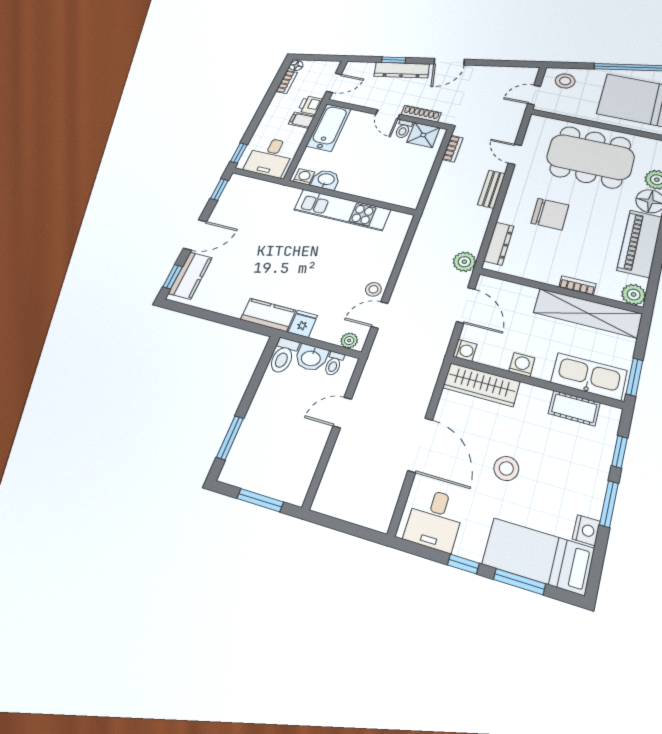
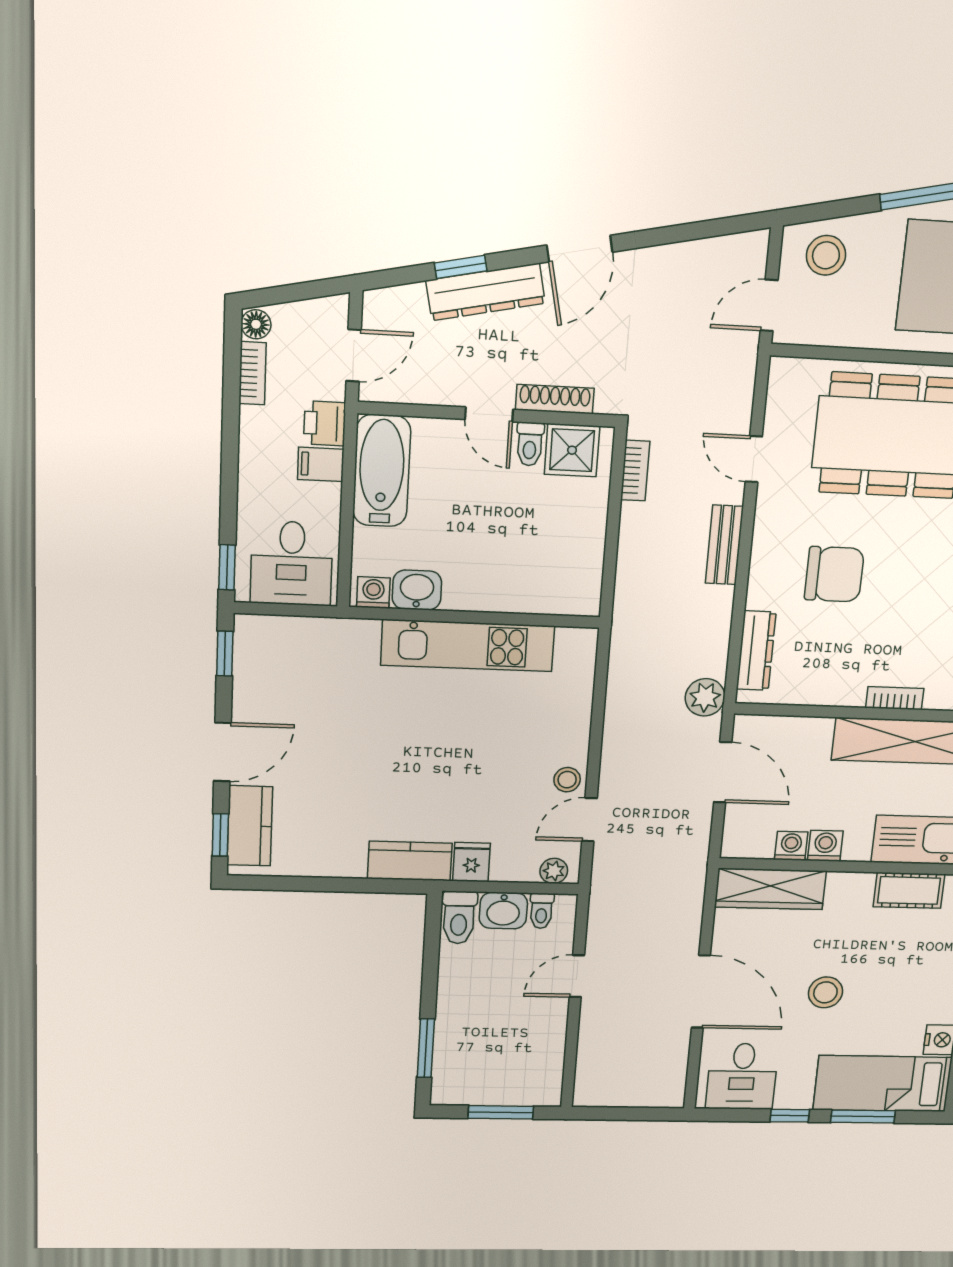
washing machine: (465, 350) -> (791, 846), moved, turned -90

